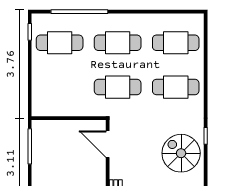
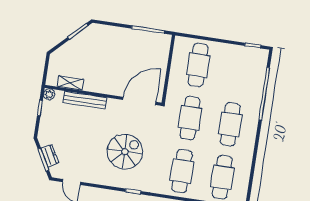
cafe table: (60, 43) -> (198, 65), moved
door: (108, 144) -> (139, 101), width x1.36
spiral stairs: (181, 153) -> (125, 152), moved

